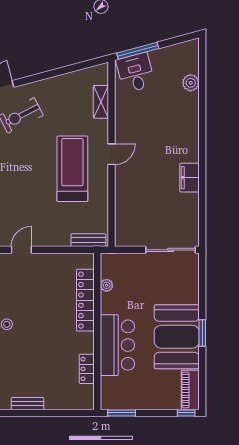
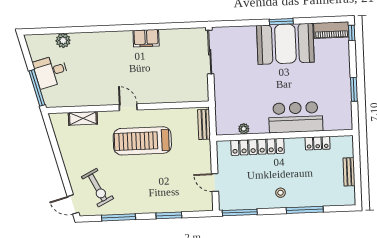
desk: (135, 73) -> (51, 71), moved
plant: (107, 285) -> (244, 129), moved
locker: (85, 300) -> (257, 147), moved
wall: (97, 331) -> (284, 135), moved
bar counter: (117, 345) -> (296, 117), moved
locker: (87, 369) -> (318, 143), moved

